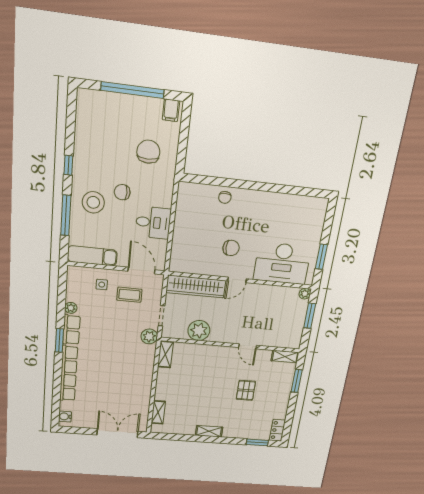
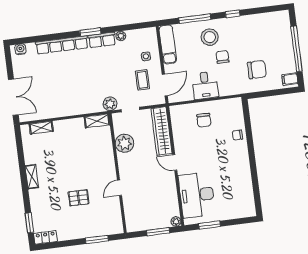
chair: (231, 248) -> (204, 120), moved
shelving: (285, 357) -> (117, 222), removed

